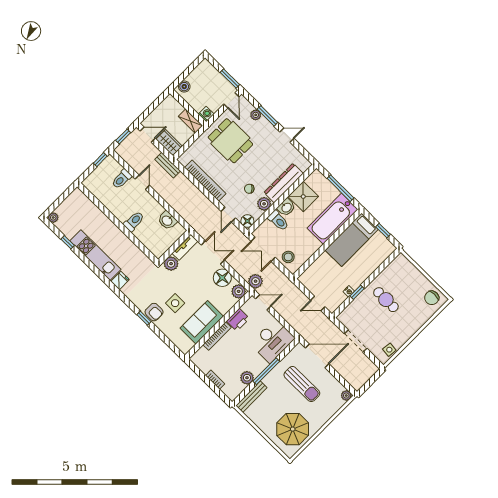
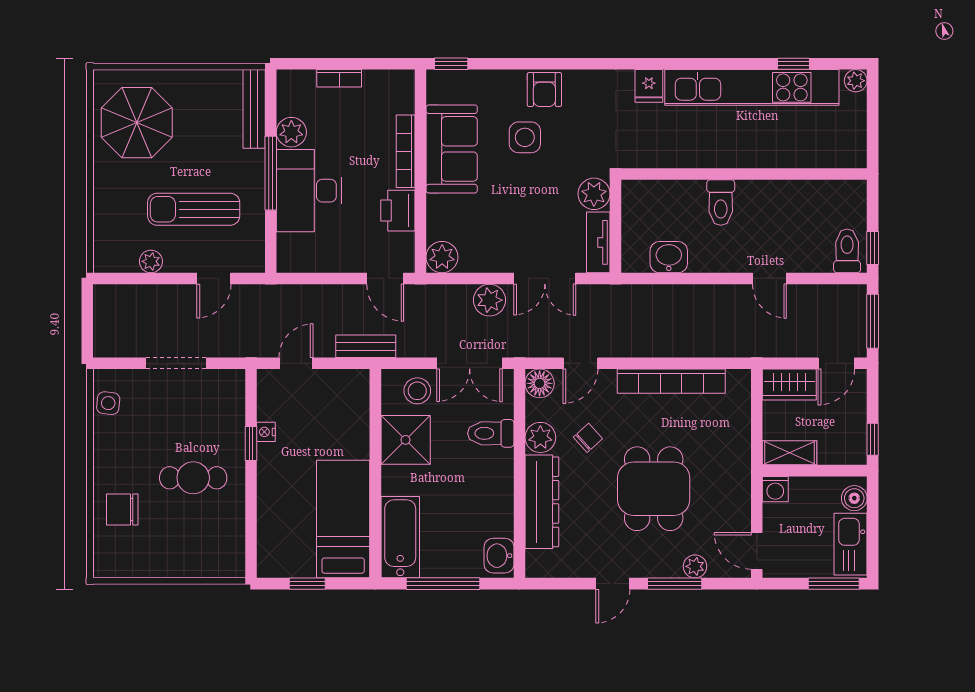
kitchen sink: (200, 73) -> (851, 544), added
window: (230, 78) -> (834, 584), moved
window: (160, 99) -> (873, 439), added
window: (123, 137) -> (873, 321), width x1.50
dining table: (230, 141) -> (654, 489), moved, turned 90
bench: (168, 165) -> (366, 346), moved
toilet: (122, 179) -> (847, 251), moved
shower: (303, 197) -> (406, 440), moved
washbasin: (286, 207) -> (499, 556), moved
door: (228, 215) -> (580, 363), swing flipped
bathtub: (332, 219) -> (400, 537), width x0.73, depth x0.73
double door: (263, 249) -> (470, 363), swing flipped
kitchen unit: (95, 255) -> (752, 87), width x1.36
floor lamp: (222, 278) -> (490, 253), removed
plant: (256, 281) -> (489, 300), moved
chair: (432, 298) -> (122, 510), moved, turned -90
door: (263, 302) -> (385, 278), hinge flipped
armchair: (154, 312) -> (544, 90), turned -90
window: (144, 318) -> (451, 64), moved
desk: (273, 341) -> (309, 191), moved
door: (317, 356) -> (214, 278), width x0.53
plant: (346, 396) -> (151, 261), moved

